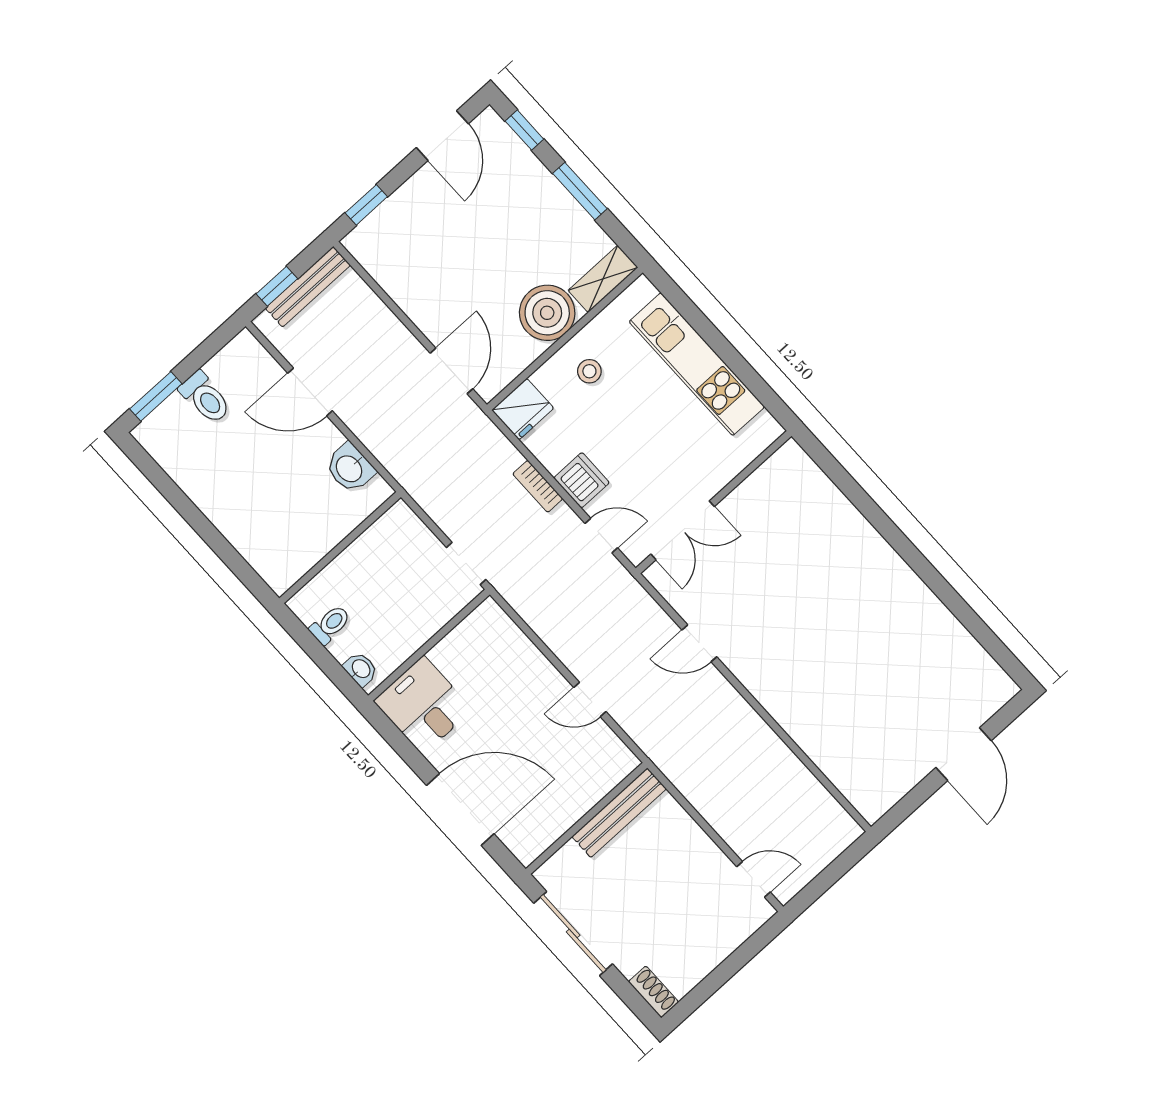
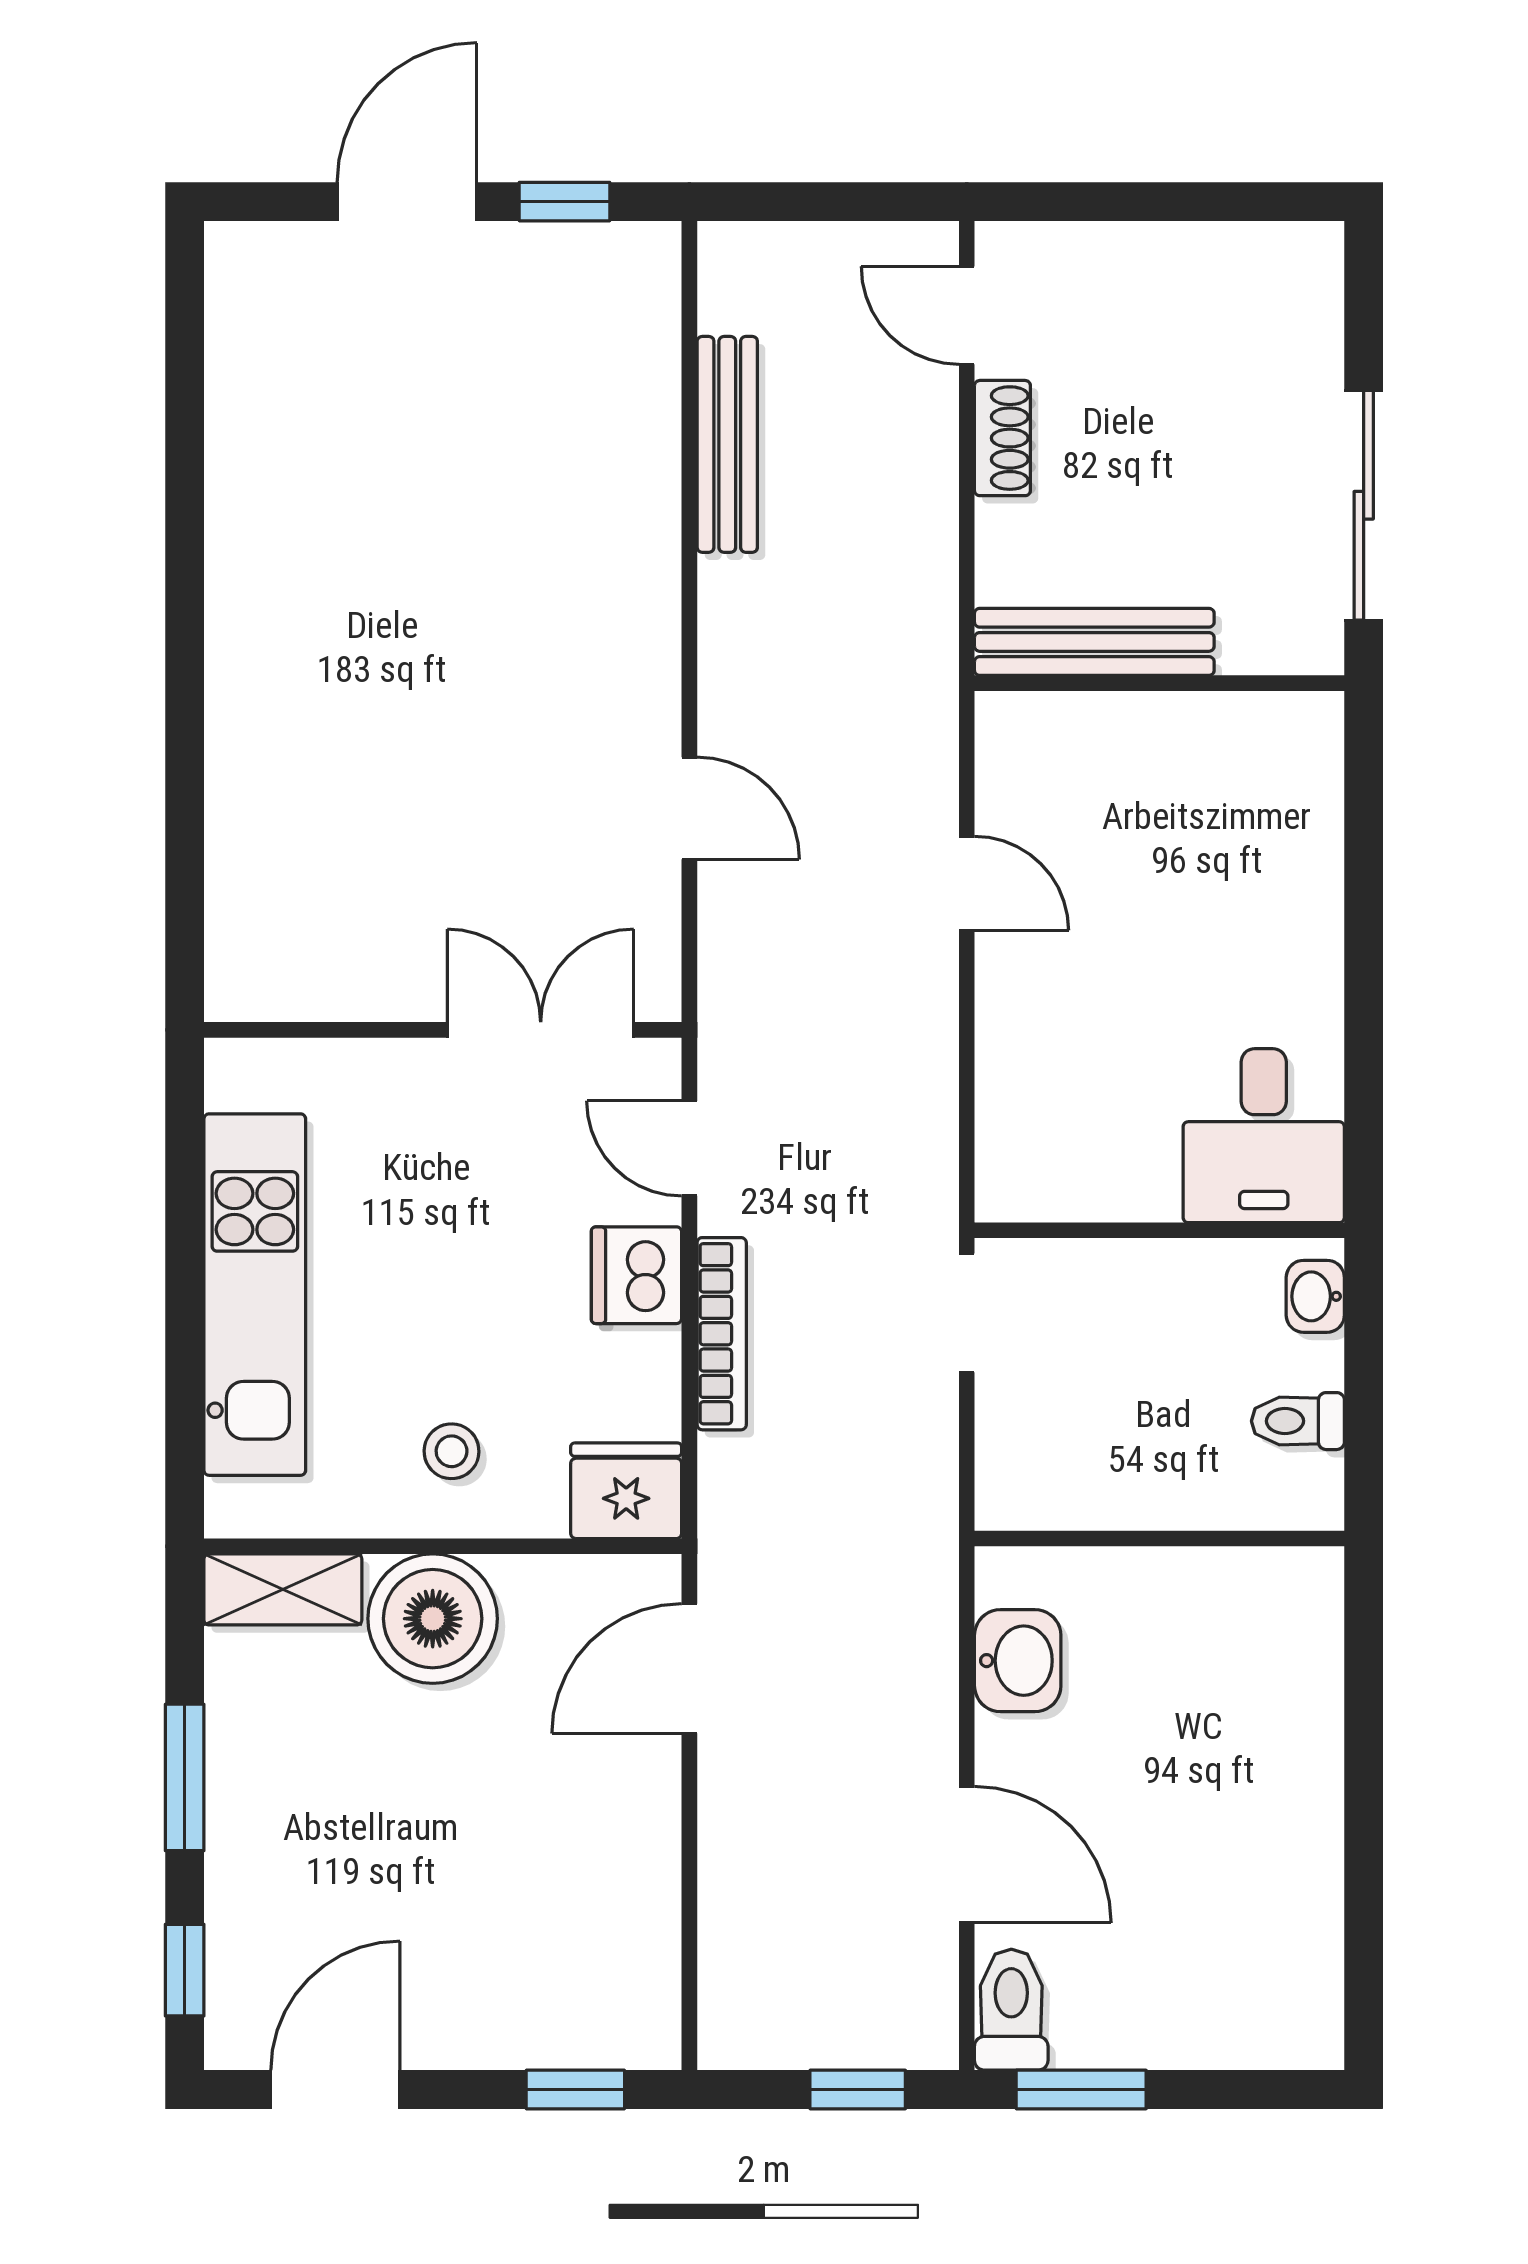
bench: (308, 287) -> (727, 444), moved, turned 90
window: (156, 396) -> (1081, 2089), moved
toilet: (205, 398) -> (1011, 2010), moved
bookcase: (538, 486) -> (722, 1334), width x1.56
window: (914, 799) -> (564, 202), added
door: (460, 810) -> (1364, 897), removed
shoe rack: (653, 992) -> (1002, 438), moved, turned 180

